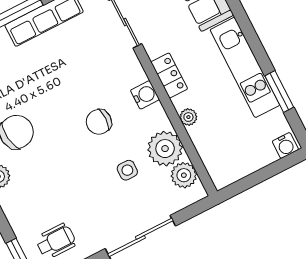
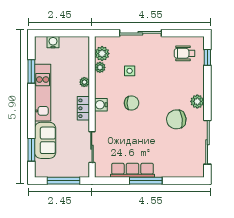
water cooler: (285, 145) -> (53, 42), moved
plant: (165, 149) -> (100, 67), width x0.53, depth x0.53

